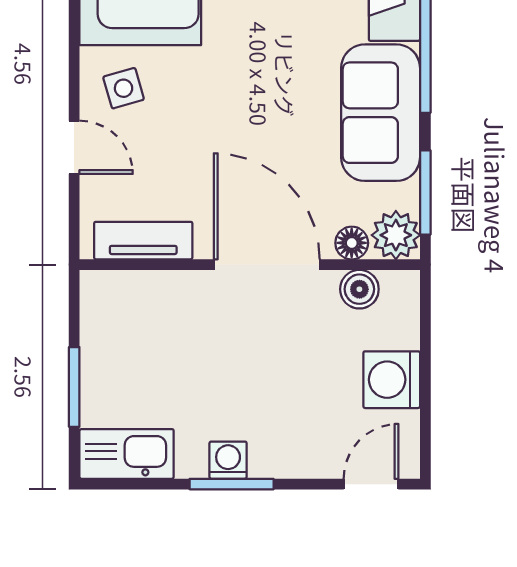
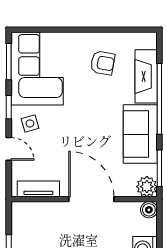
window: (74, 50) -> (9, 107), added
floor lamp: (352, 243) -> (128, 190), removed
boiler: (359, 289) -> (149, 210), moved

